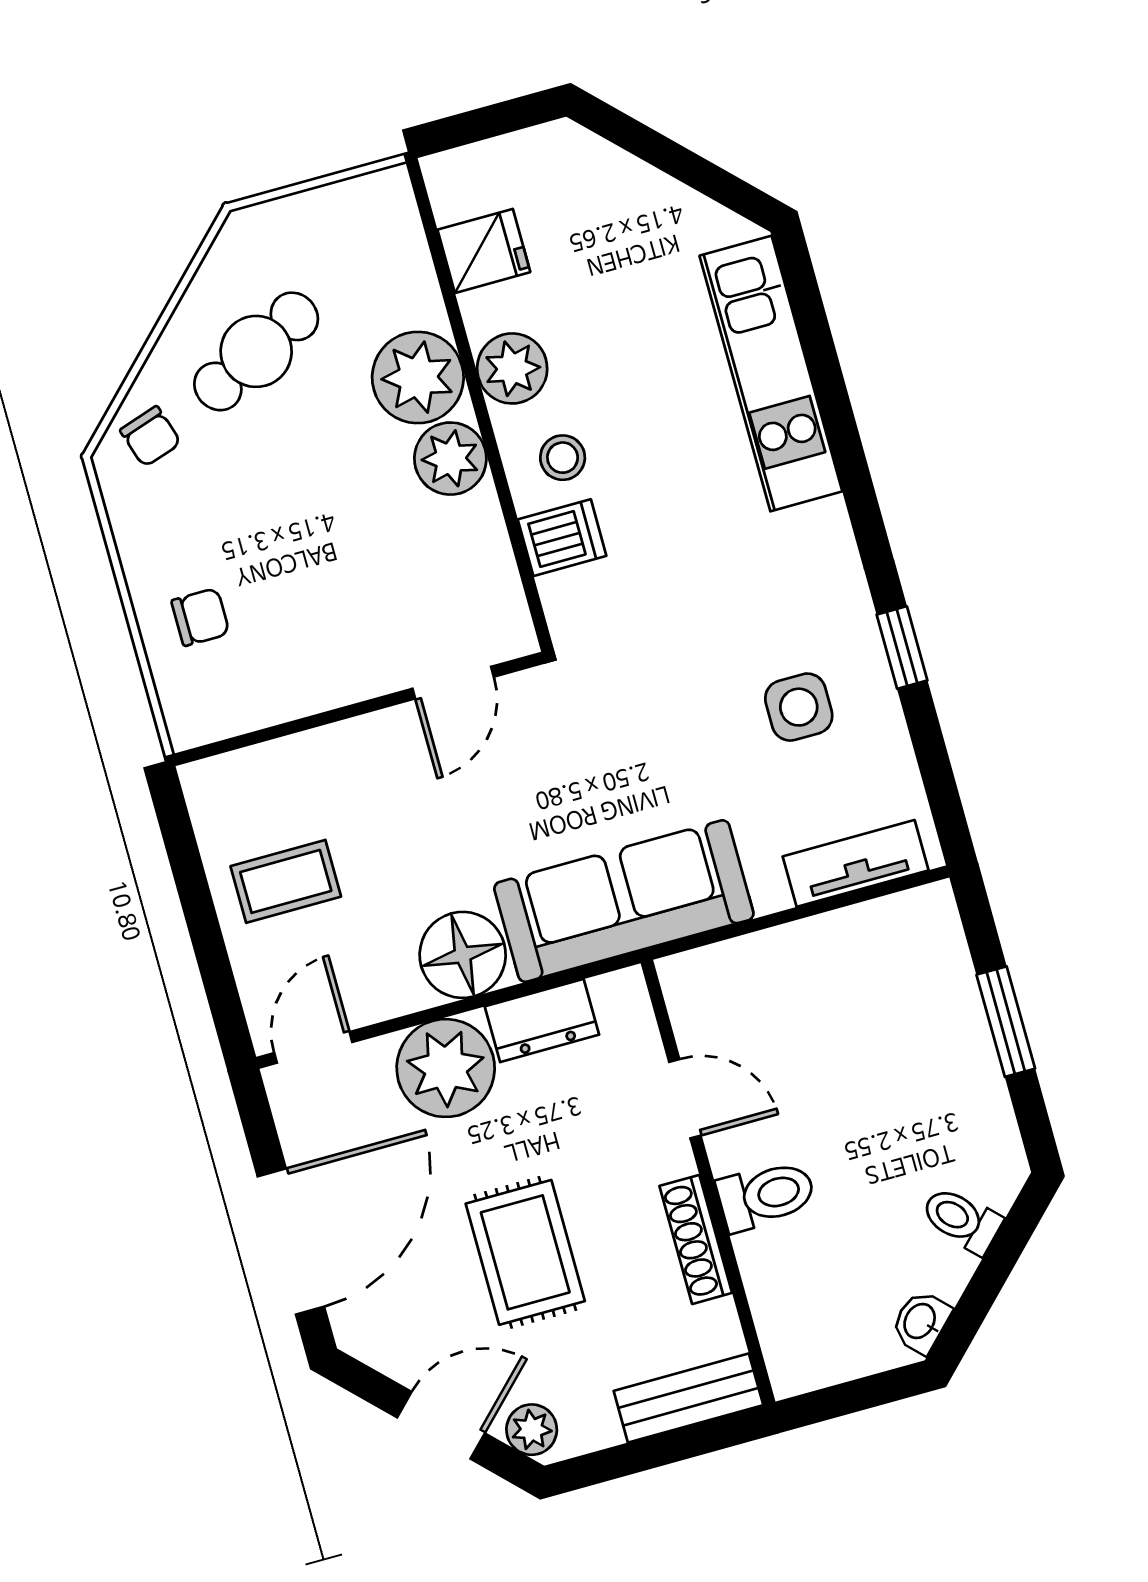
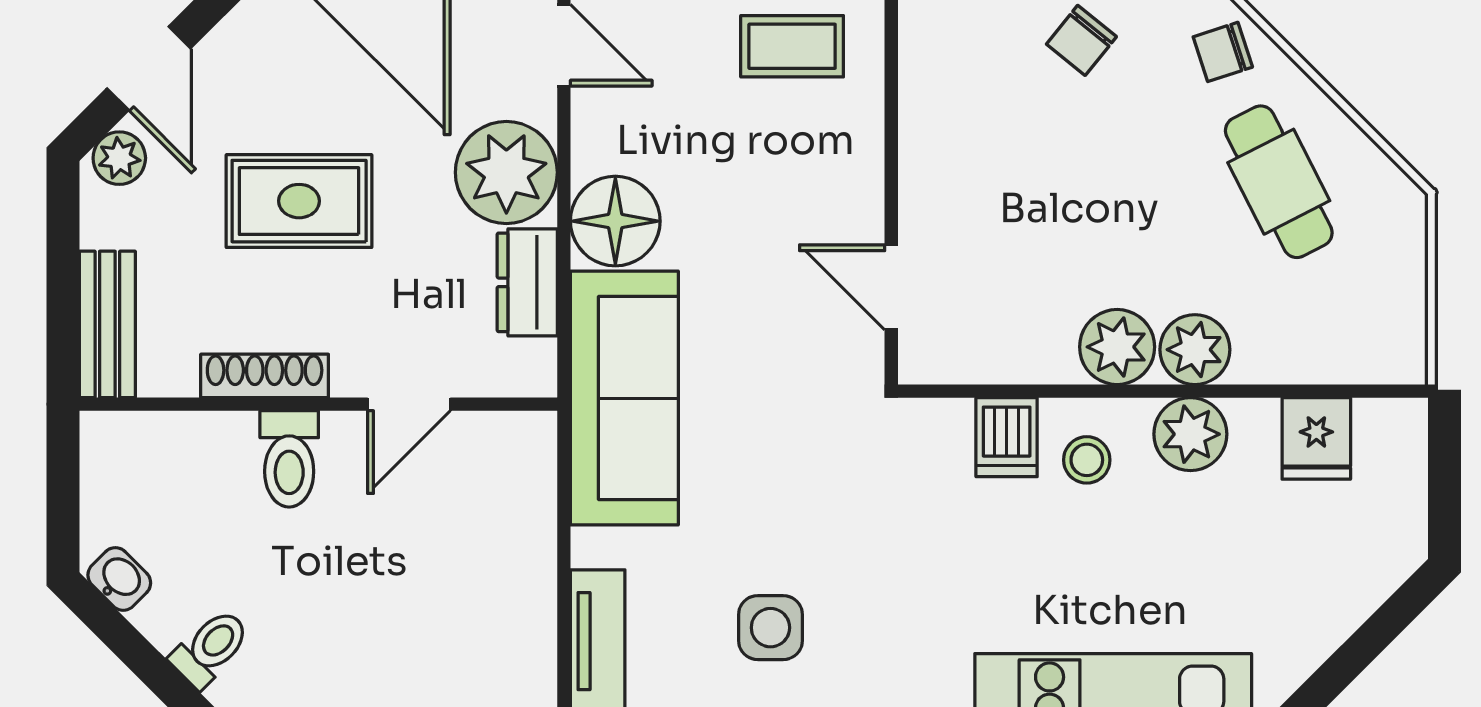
plant: (418, 377) -> (1195, 350), width x0.73, depth x0.73
chair: (200, 617) -> (1081, 40), moved, turned 39
coffee table: (286, 881) -> (792, 46), moved, turned 90

